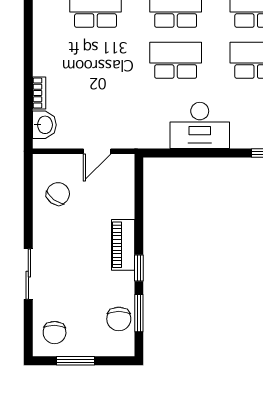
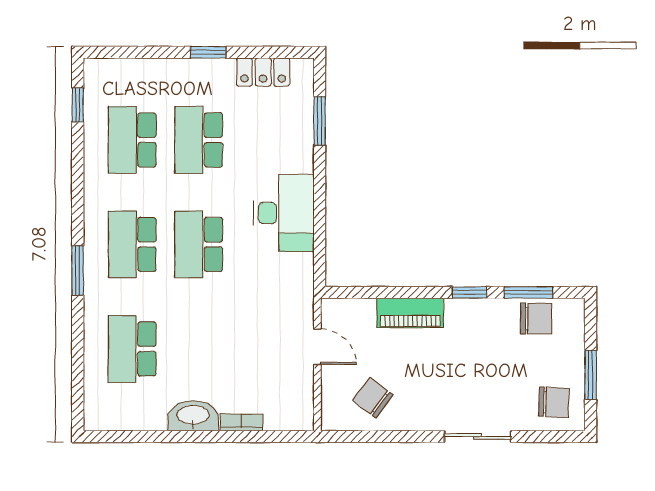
washbasin: (44, 125) -> (193, 416), moved, width x1.38
piano: (123, 245) -> (410, 313), moved

